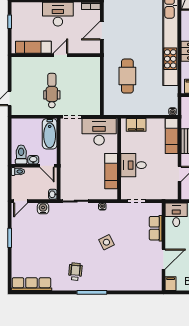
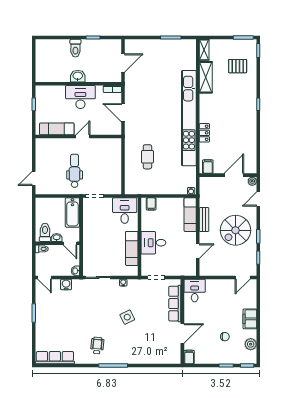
door: (102, 30) -> (123, 113), hinge flipped
cafe table: (127, 76) -> (147, 157), width x0.73, depth x0.74
filing cabinet: (136, 125) -> (151, 204), width x0.50
desk: (99, 132) -> (125, 211), width x0.73
door: (21, 201) -> (44, 277), hinge flipped
row of seats: (156, 228) -> (175, 304), width x1.48

